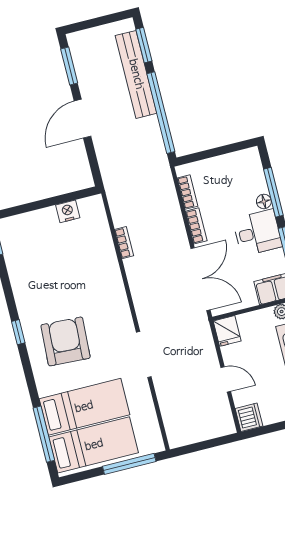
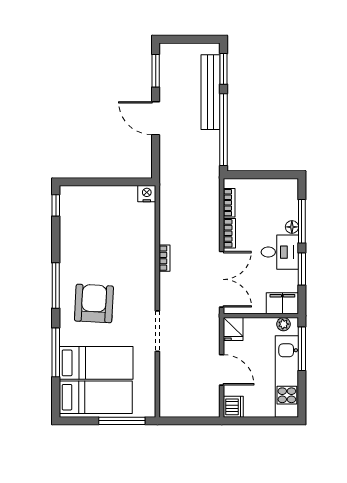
door: (82, 119) -> (156, 118), hinge flipped
nightstand: (68, 211) -> (147, 194), moved
bookcase: (124, 243) -> (165, 258), moved
window: (18, 332) -> (56, 285), width x2.17
door: (226, 379) -> (222, 370), width x1.38
window: (44, 434) -> (56, 352), moved

